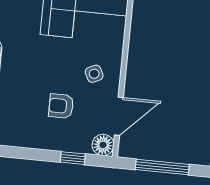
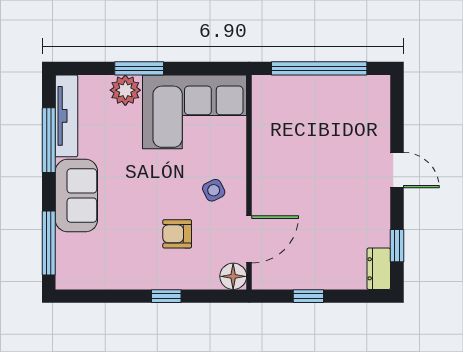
window: (73, 158) -> (166, 296), moved
window: (162, 167) -> (308, 296), width x0.46

